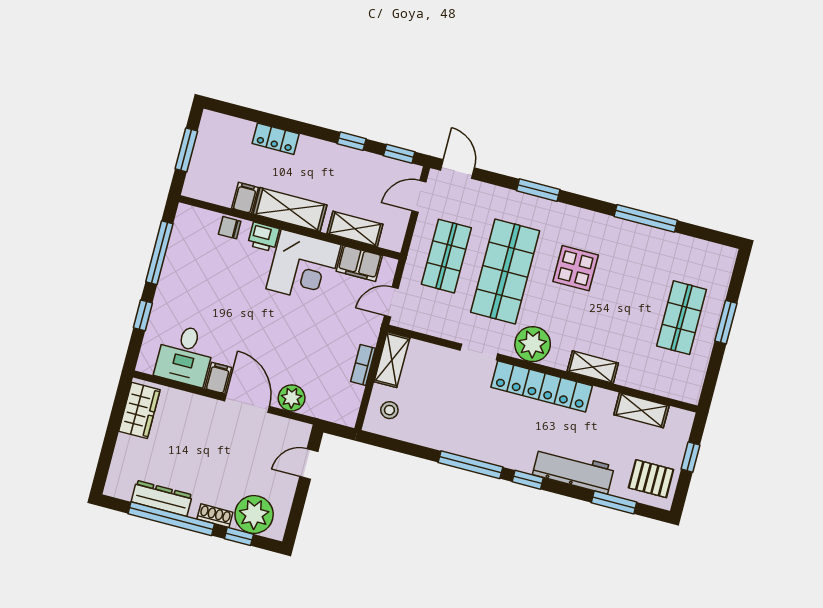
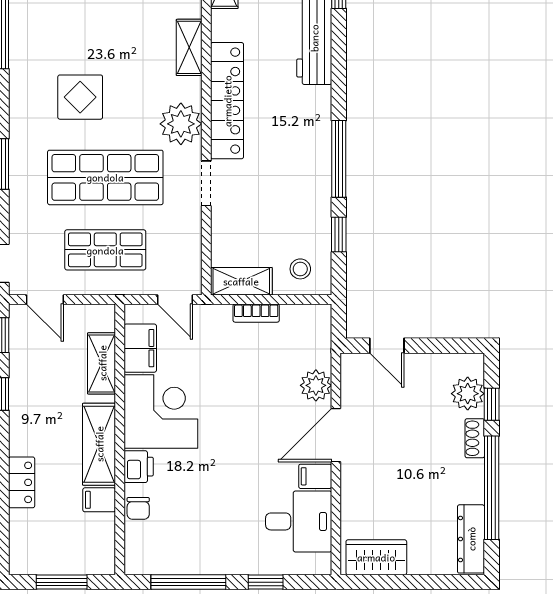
window: (528, 480) -> (339, 234), moved
dresser: (162, 498) -> (471, 539), moved
plant: (254, 514) -> (468, 394), width x0.73, depth x0.73

